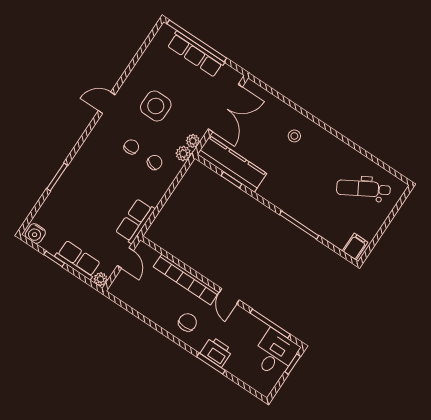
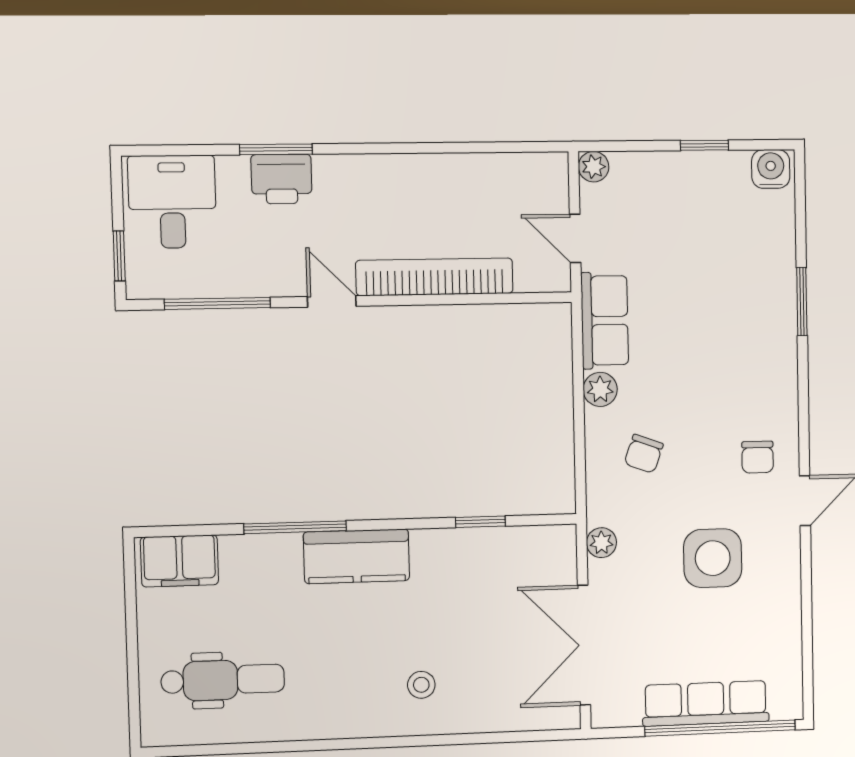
chair: (131, 147) -> (758, 457), moved
plant: (183, 154) -> (600, 389), moved
kitchen counter: (232, 164) -> (357, 556), moved, width x0.67
dental chair: (363, 189) -> (223, 680), turned 30
filing cabinet: (355, 247) -> (179, 561), width x2.00
row of seats: (78, 260) -> (660, 174), removed
chair: (187, 322) -> (375, 197), removed
desk: (275, 353) -> (172, 202), moved, turned 180

